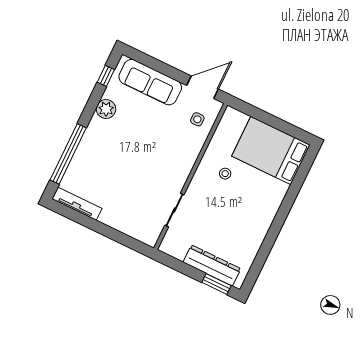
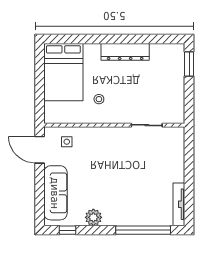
dresser: (212, 265) -> (125, 52), moved, turned -90

